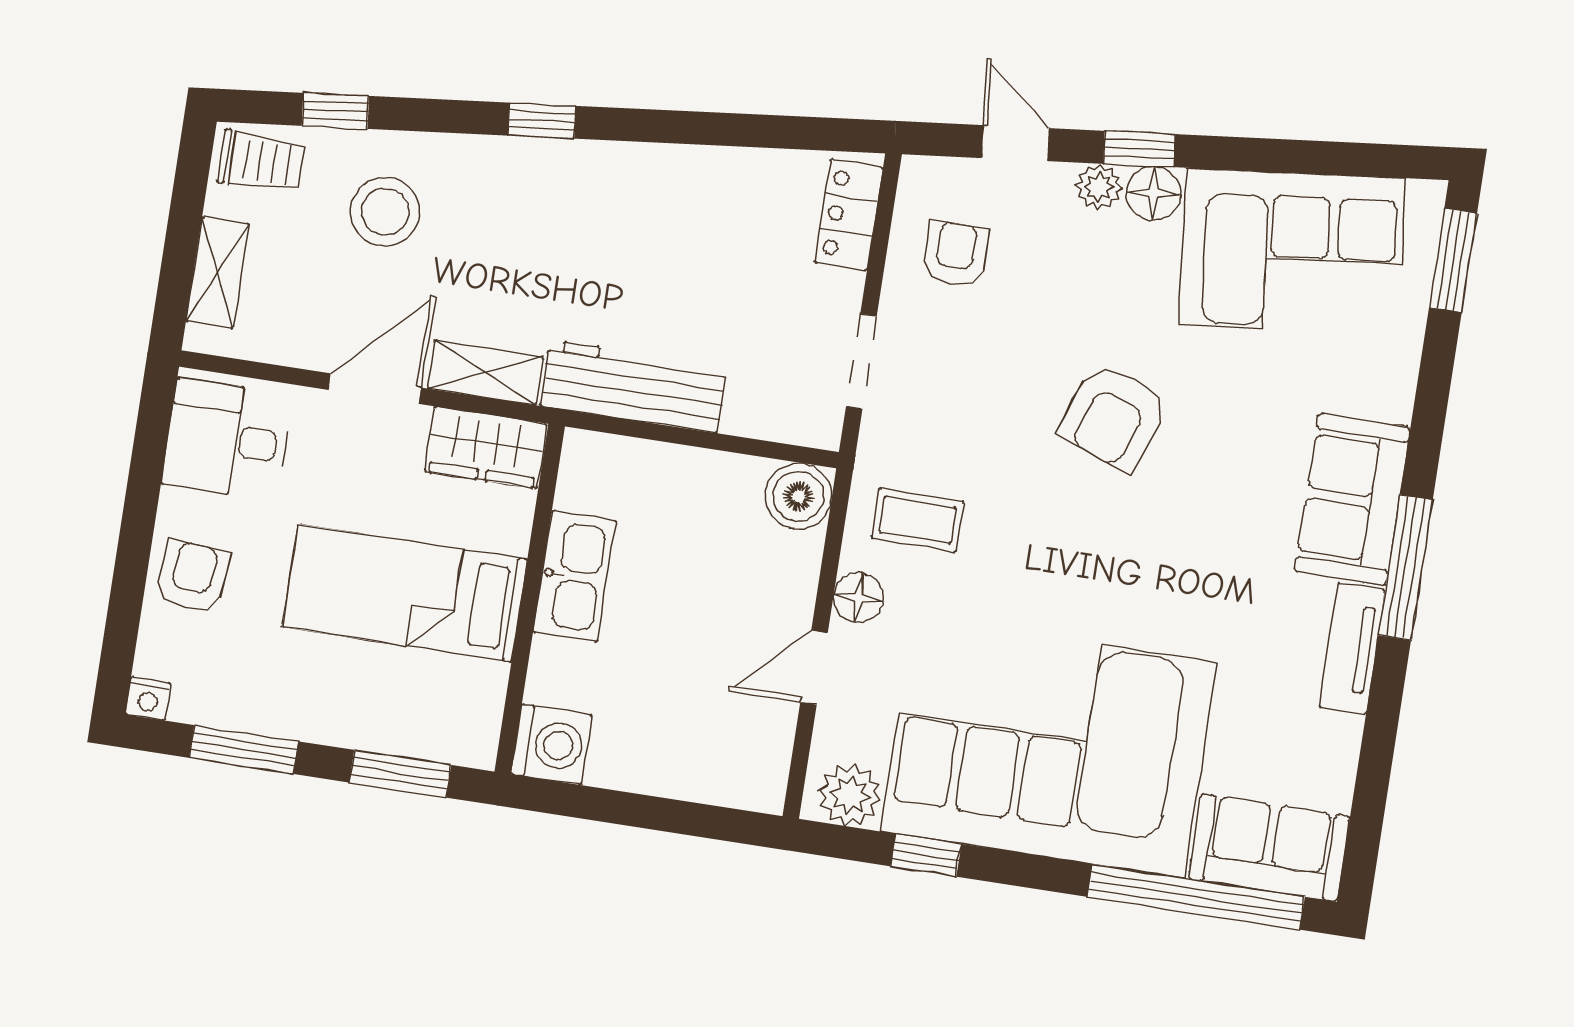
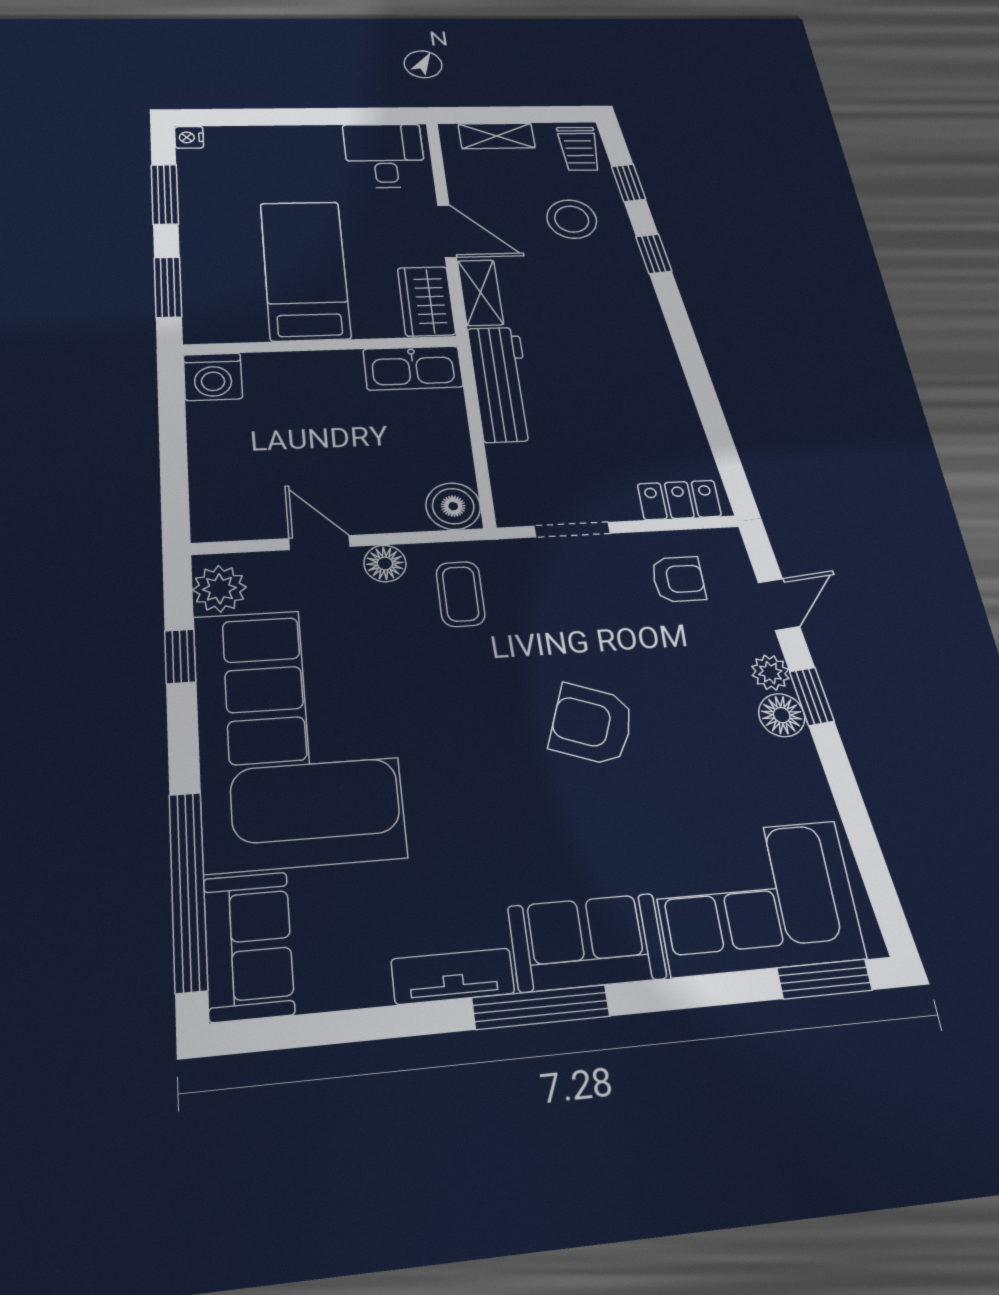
window: (542, 121) -> (654, 254), moved
corner sofa: (1292, 251) -> (755, 897), moved, turned 96
kitchen sink: (574, 576) -> (413, 368), moved
armchair: (193, 577) -> (283, 150), removed

